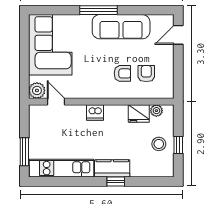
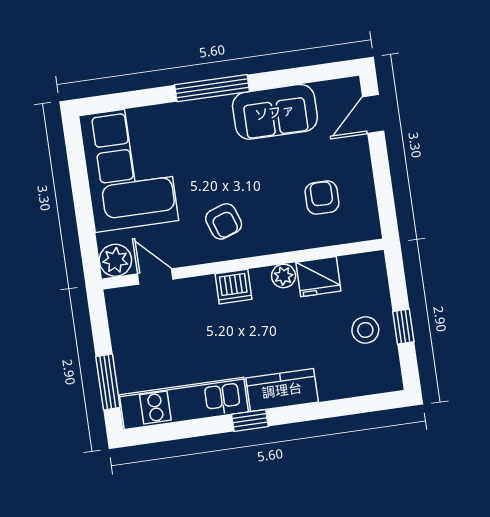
sofa: (121, 27) -> (275, 112), width x0.73
armchair: (122, 73) -> (224, 221), moved, turned 71
plant: (156, 111) -> (284, 276), moved
window: (116, 182) -> (250, 420), moved

